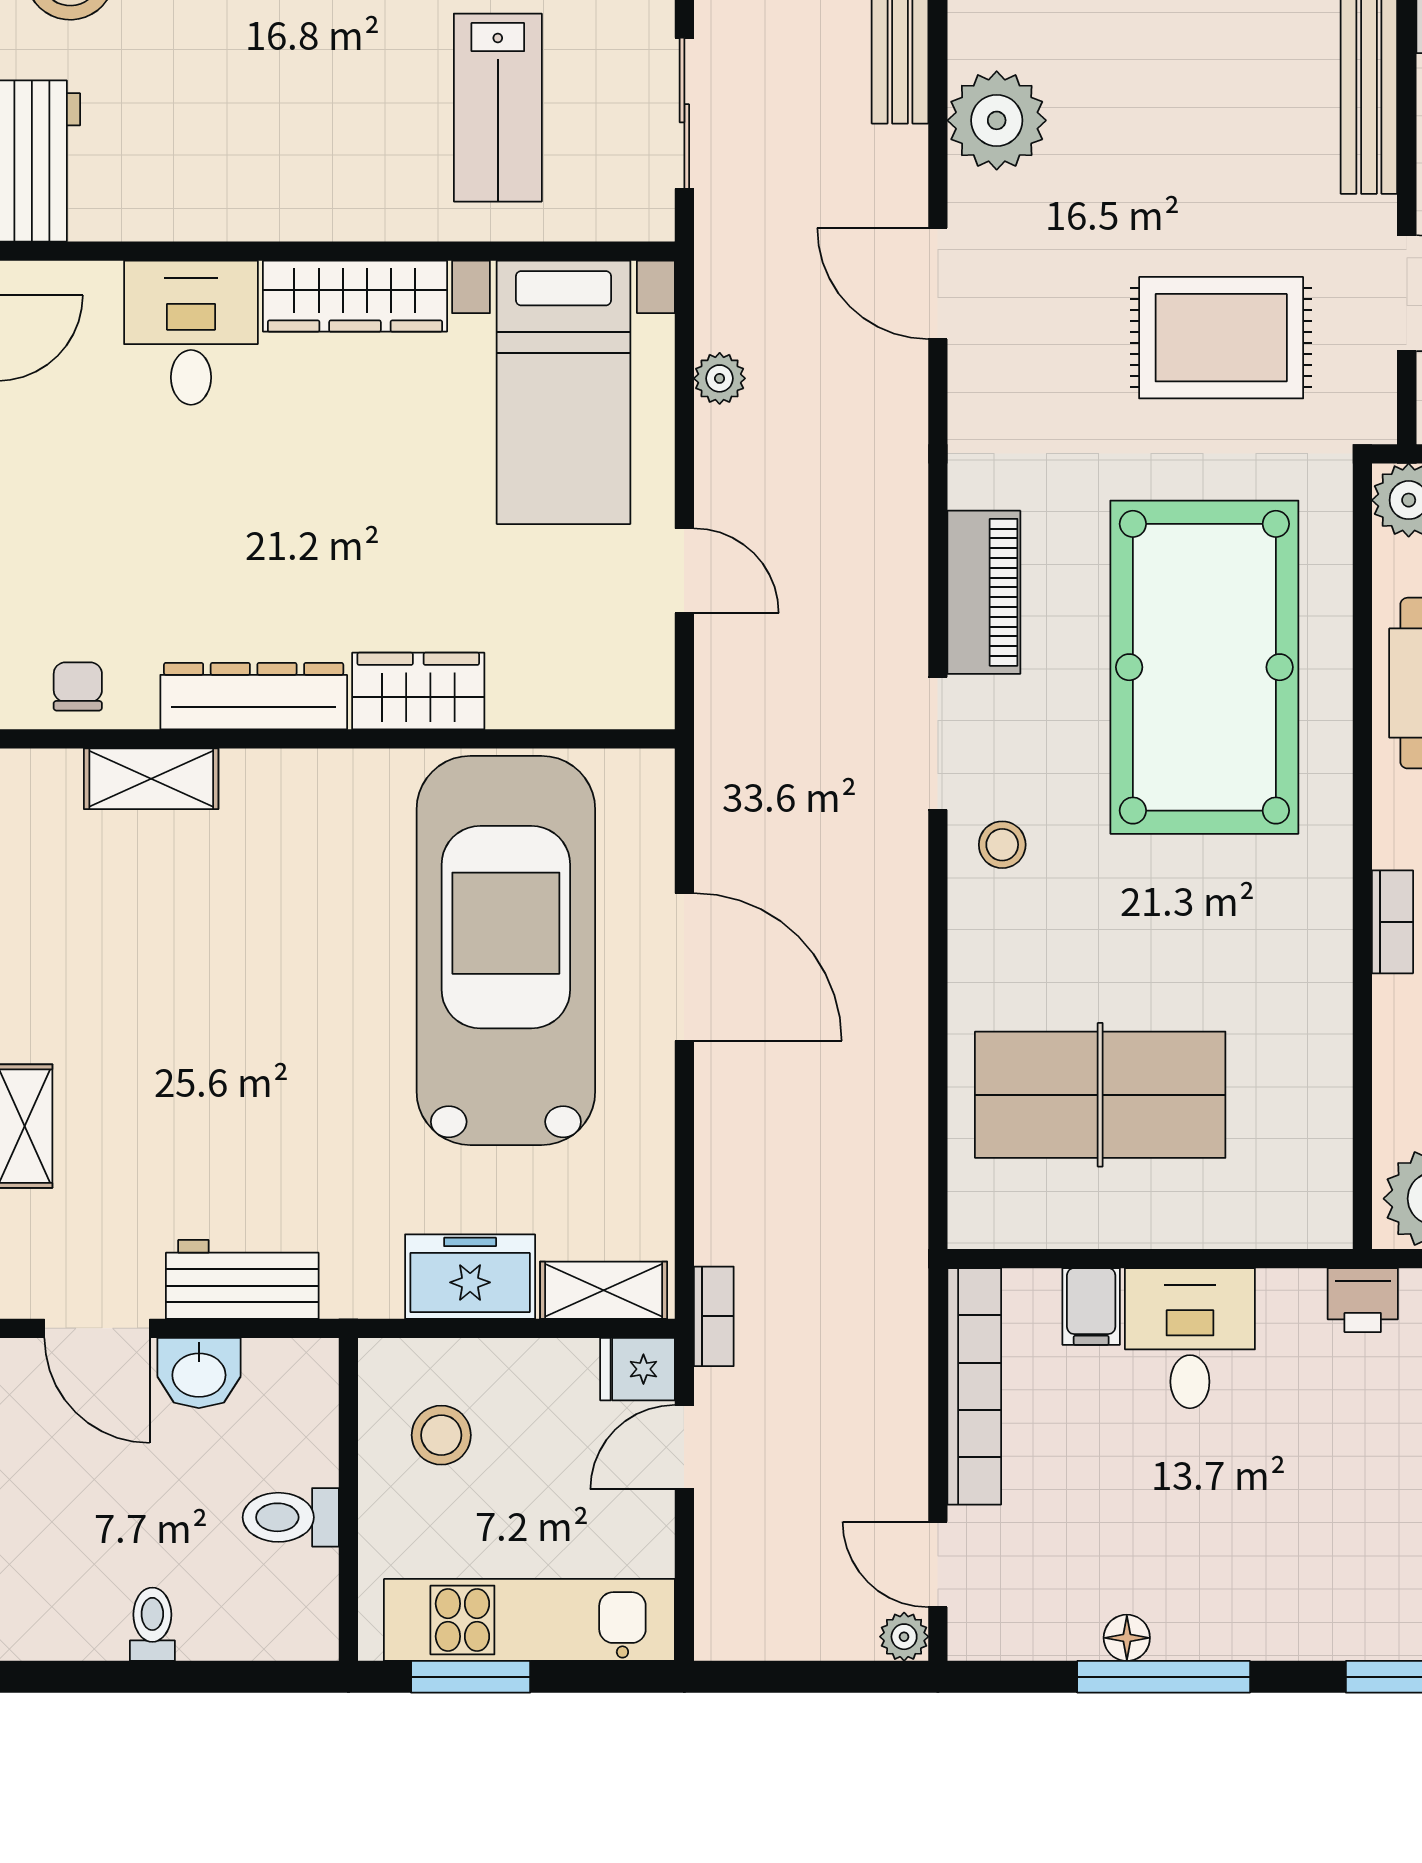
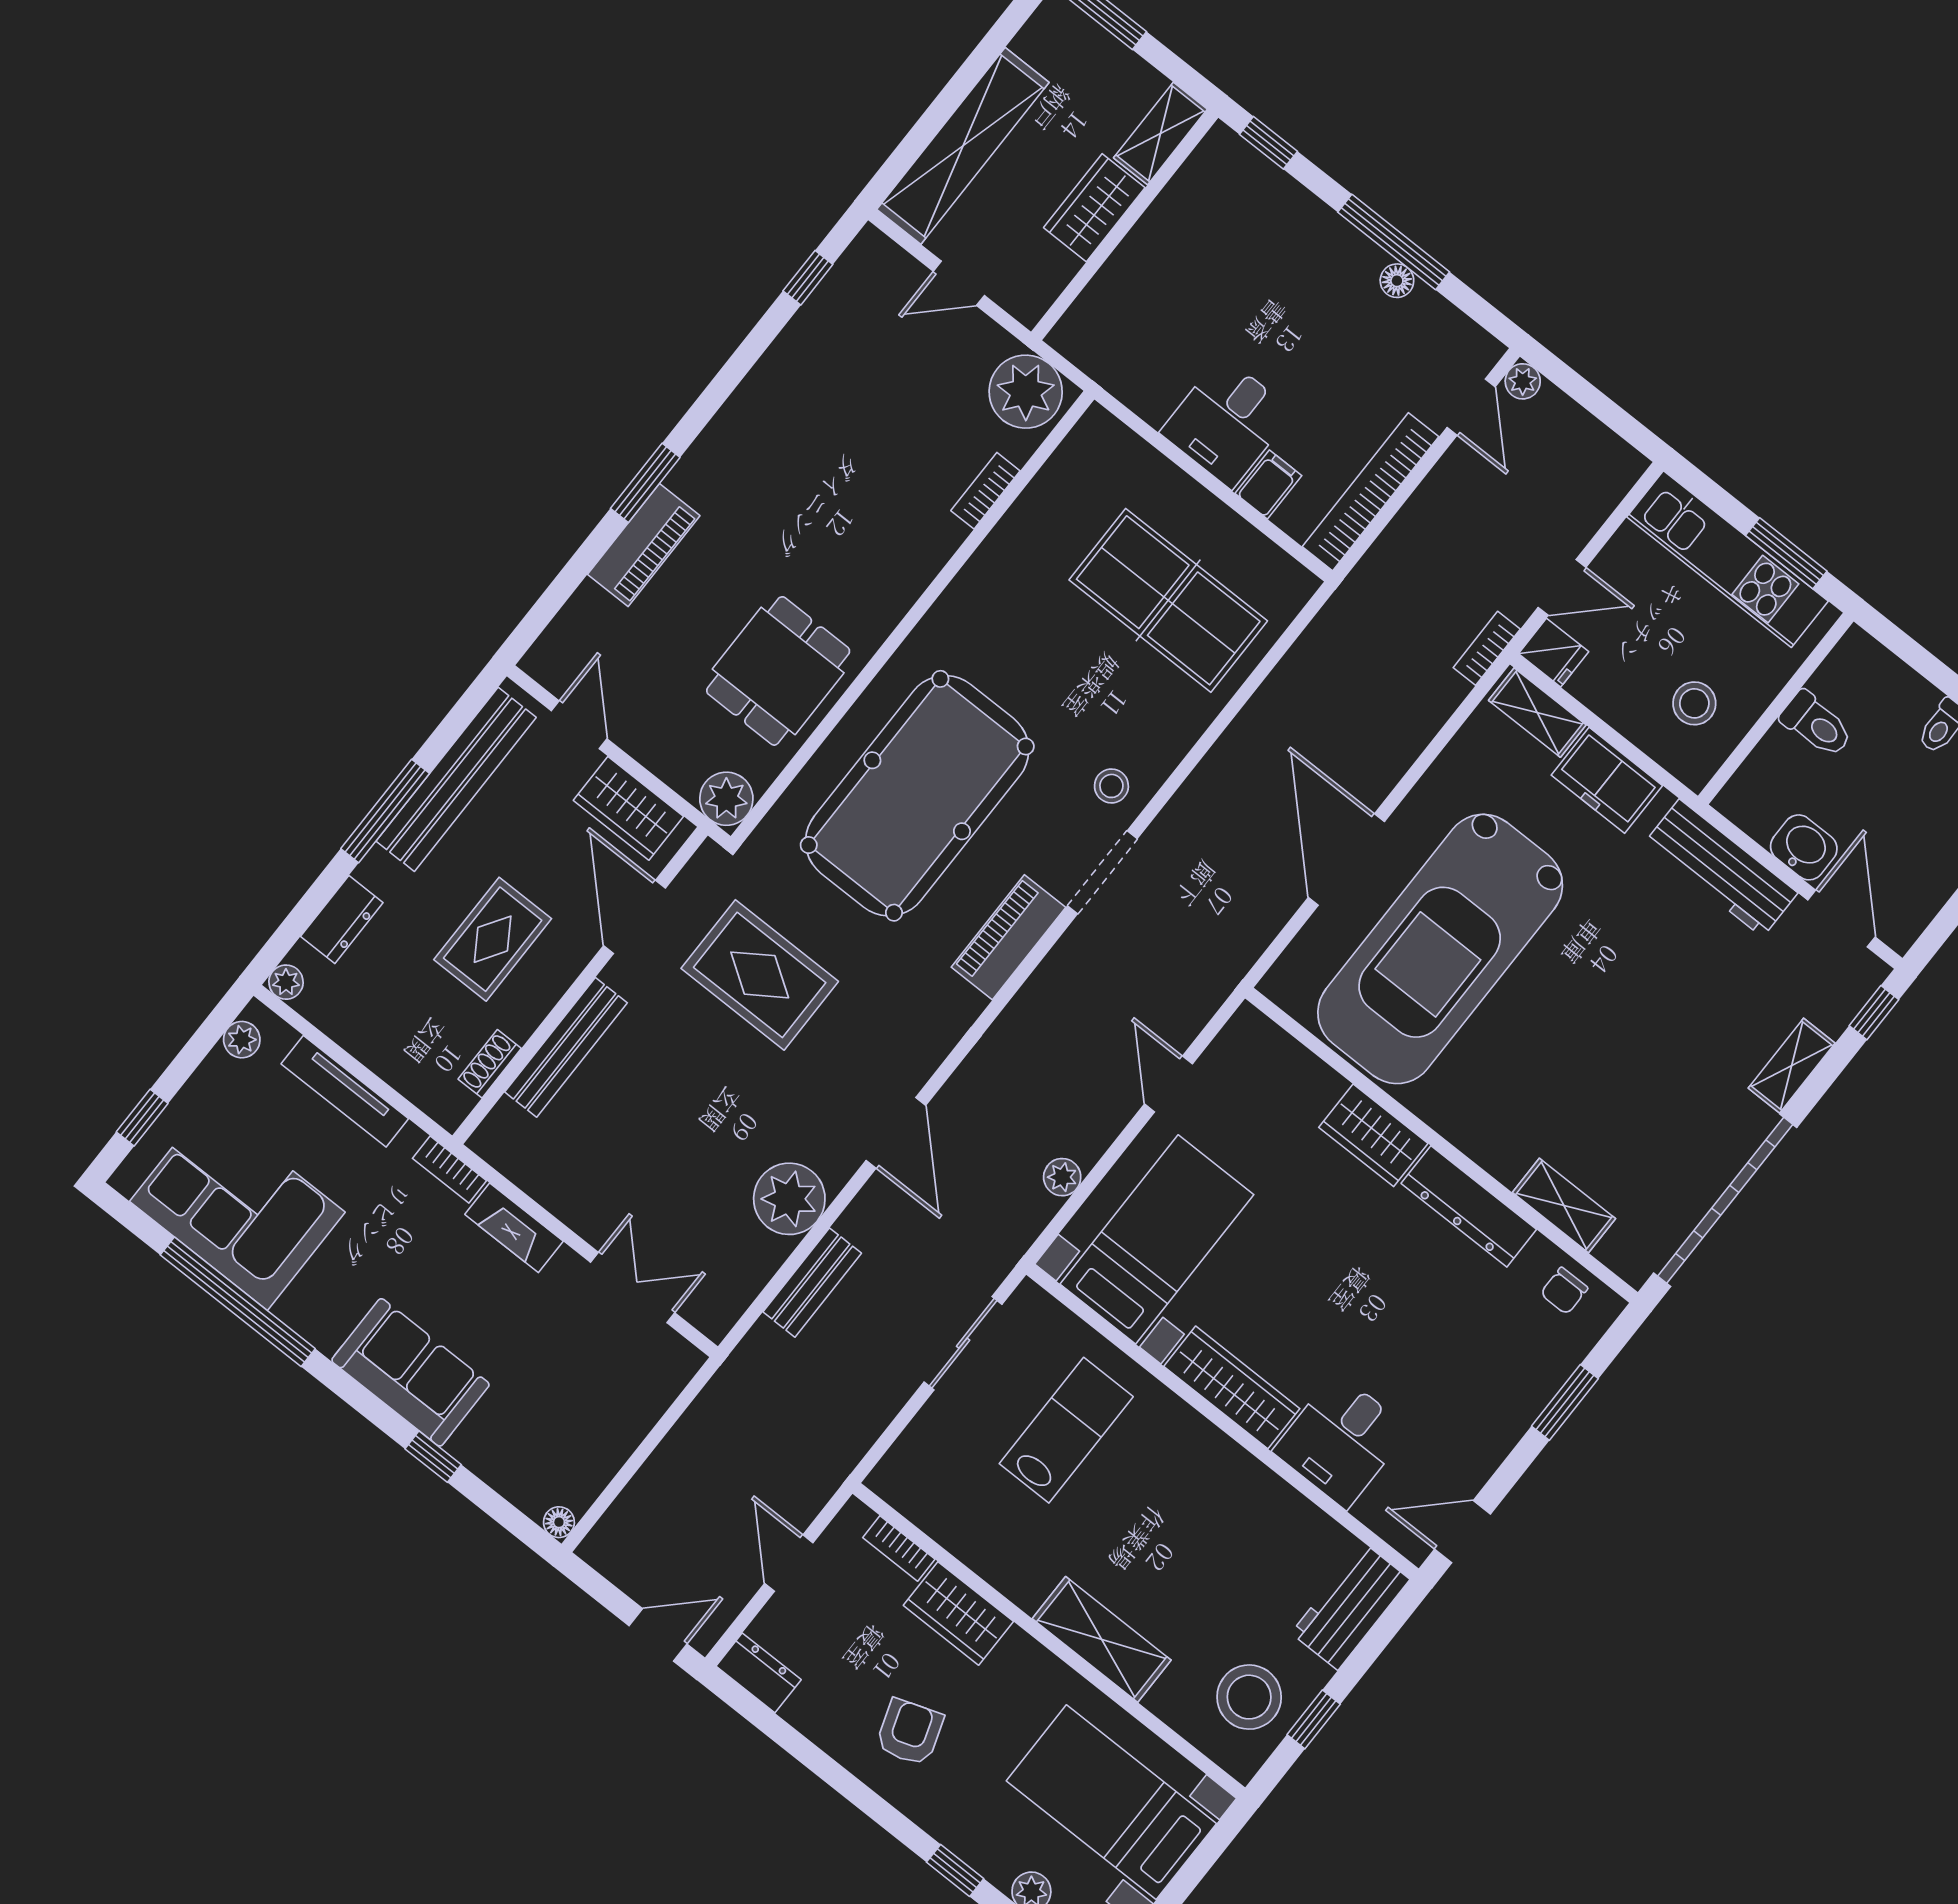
bookcase: (1392, 922) -> (985, 491), moved
workbench: (242, 1279) -> (1721, 868), width x1.37
printer: (1363, 1300) -> (1112, 366), removed

